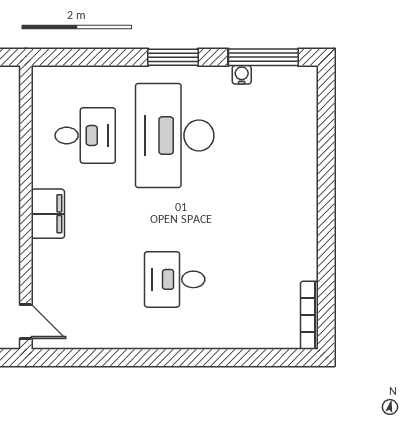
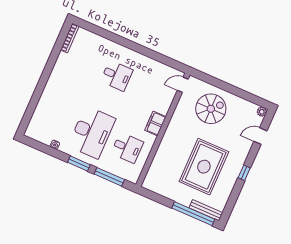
window: (263, 57) -> (109, 177), moved
desk: (85, 136) -> (127, 148), turned 180
door: (26, 322) -> (183, 85), hinge flipped

